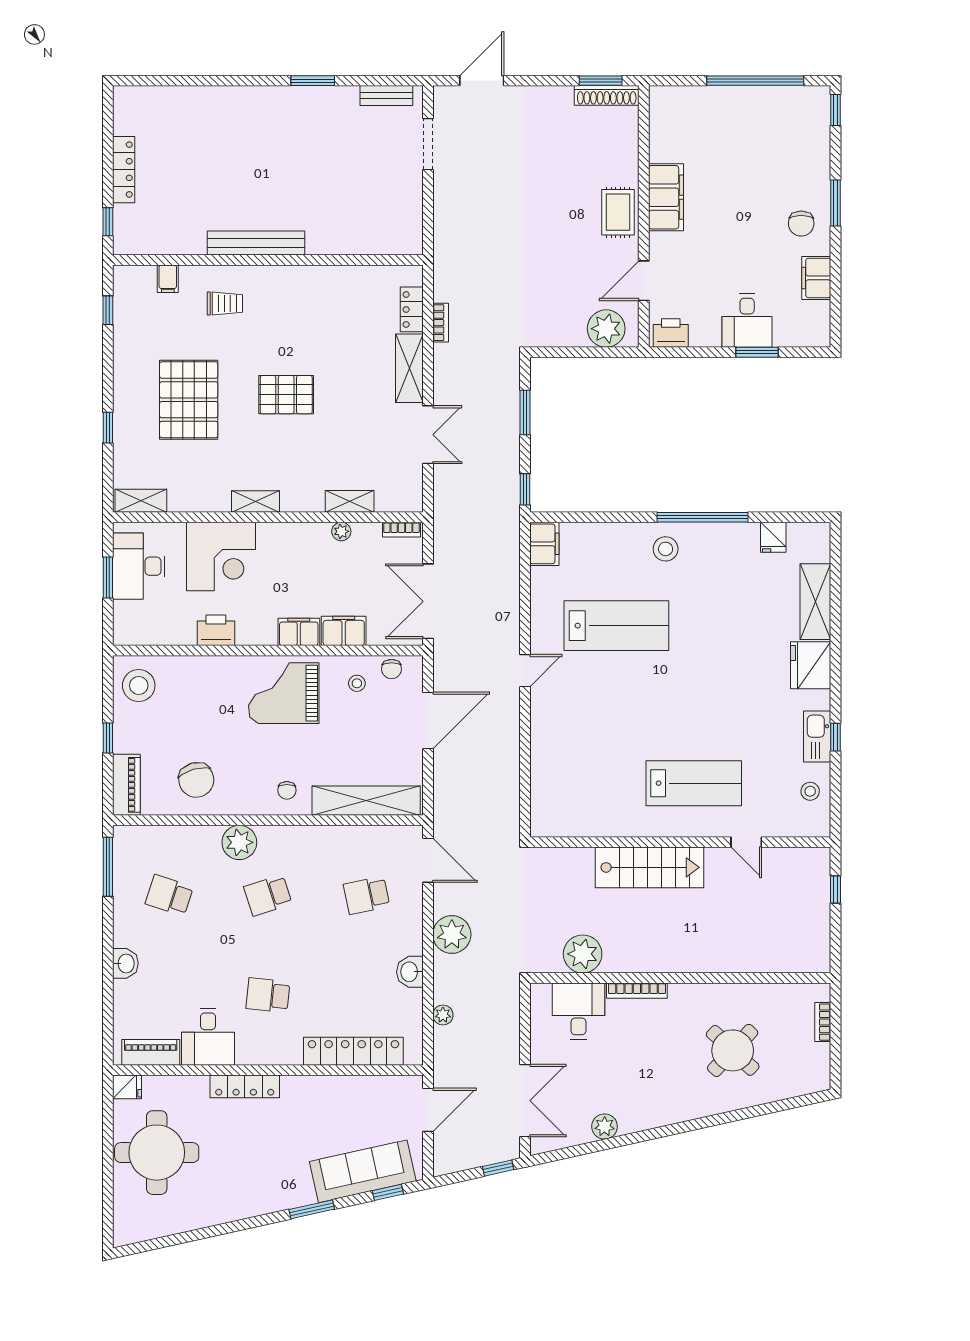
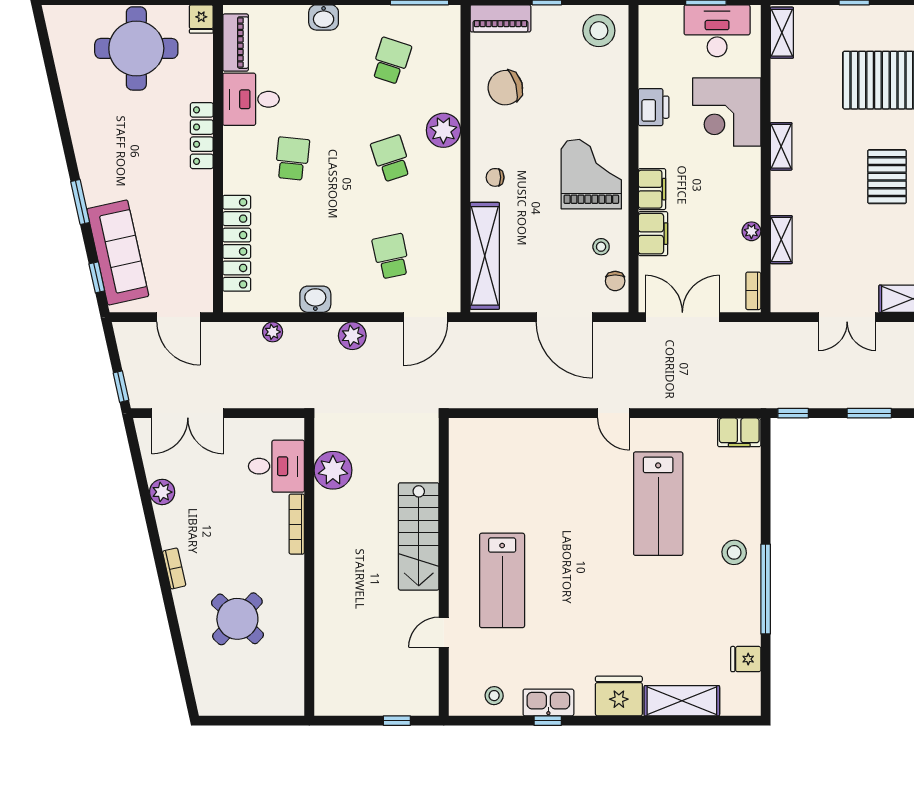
chair: (392, 669) -> (615, 281), turned -90
plant: (452, 935) -> (352, 336), width x0.73, depth x0.73
bookcase: (823, 1022) -> (174, 568), moved, turned 78

